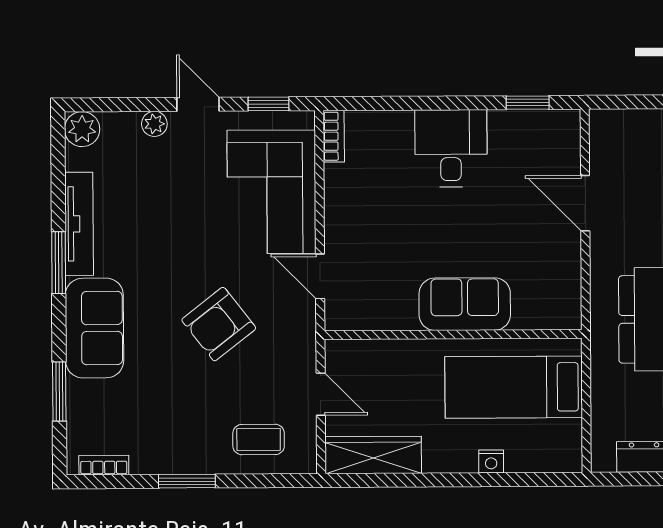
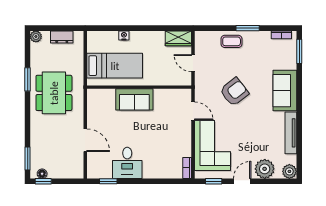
door: (198, 104) -> (242, 181), swing flipped
plant: (154, 124) -> (265, 169), width x1.88, depth x1.88
desk: (451, 148) -> (127, 163), moved
window: (59, 263) -> (299, 117), removed
window: (59, 391) -> (299, 51), moved
coffee table: (259, 439) -> (232, 41), moved
wardrobe: (373, 455) -> (178, 38), width x0.67

